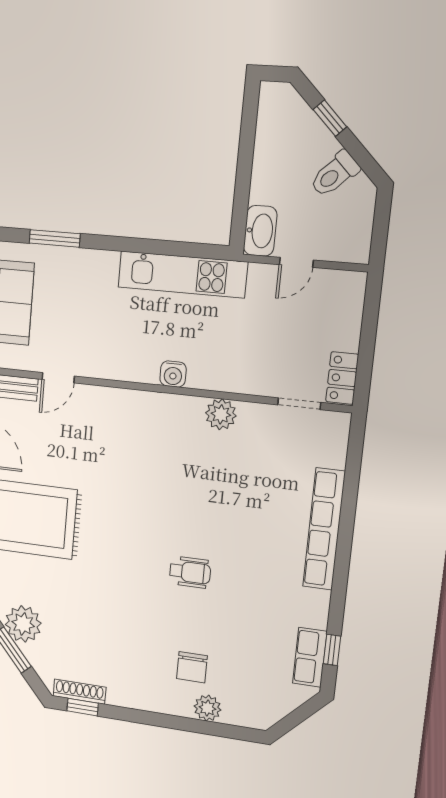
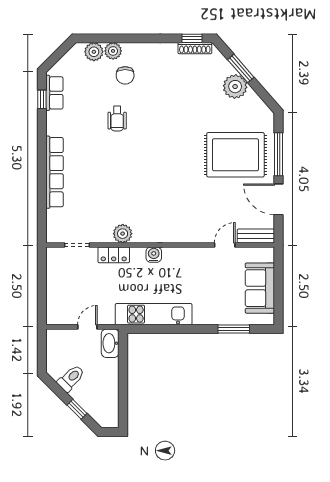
locker: (342, 378) -> (114, 255), moved, turned 90
wheelchair: (190, 572) -> (117, 119), moved, turned -90
chair: (192, 667) -> (125, 75), turned 180
plant: (238, 712) -> (94, 52), added

